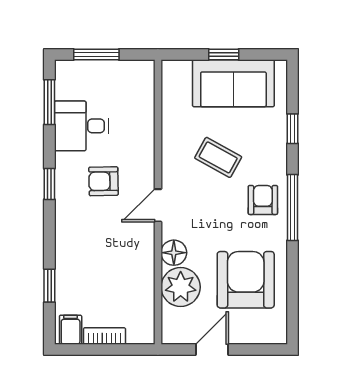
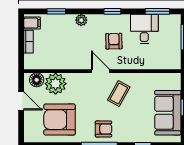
coffee table: (218, 157) -> (119, 93), moved
plant: (65, 240) -> (81, 20), added
floor lamp: (174, 253) -> (37, 80), moved
armchair: (246, 280) -> (60, 120), turned 180

